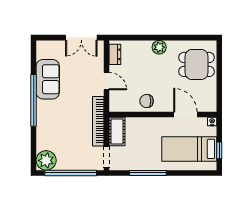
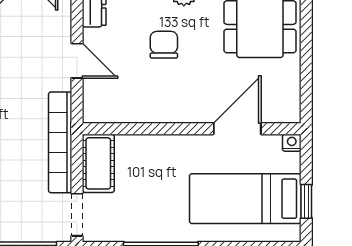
chair: (147, 101) -> (164, 45), moved, turned 90
door: (185, 115) -> (237, 129), hinge flipped

